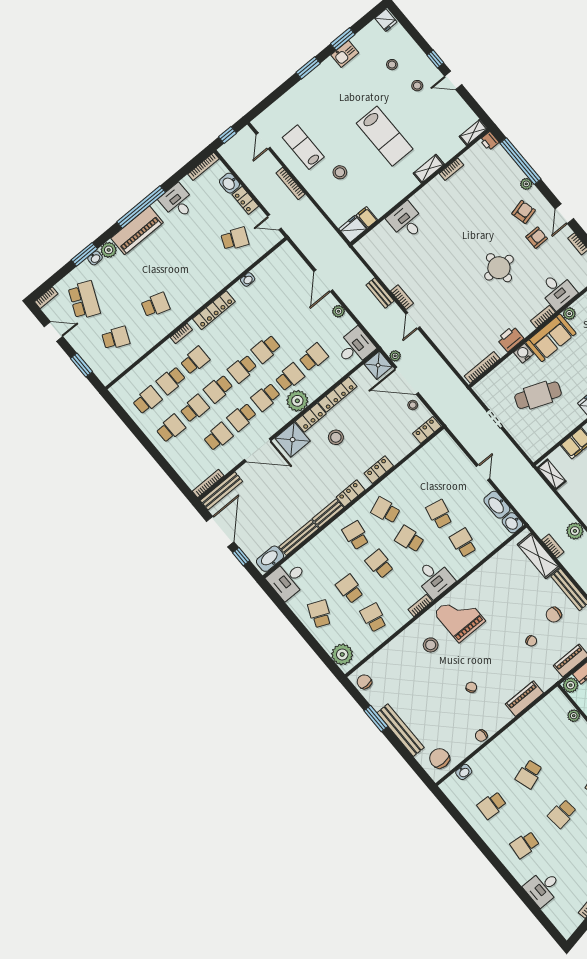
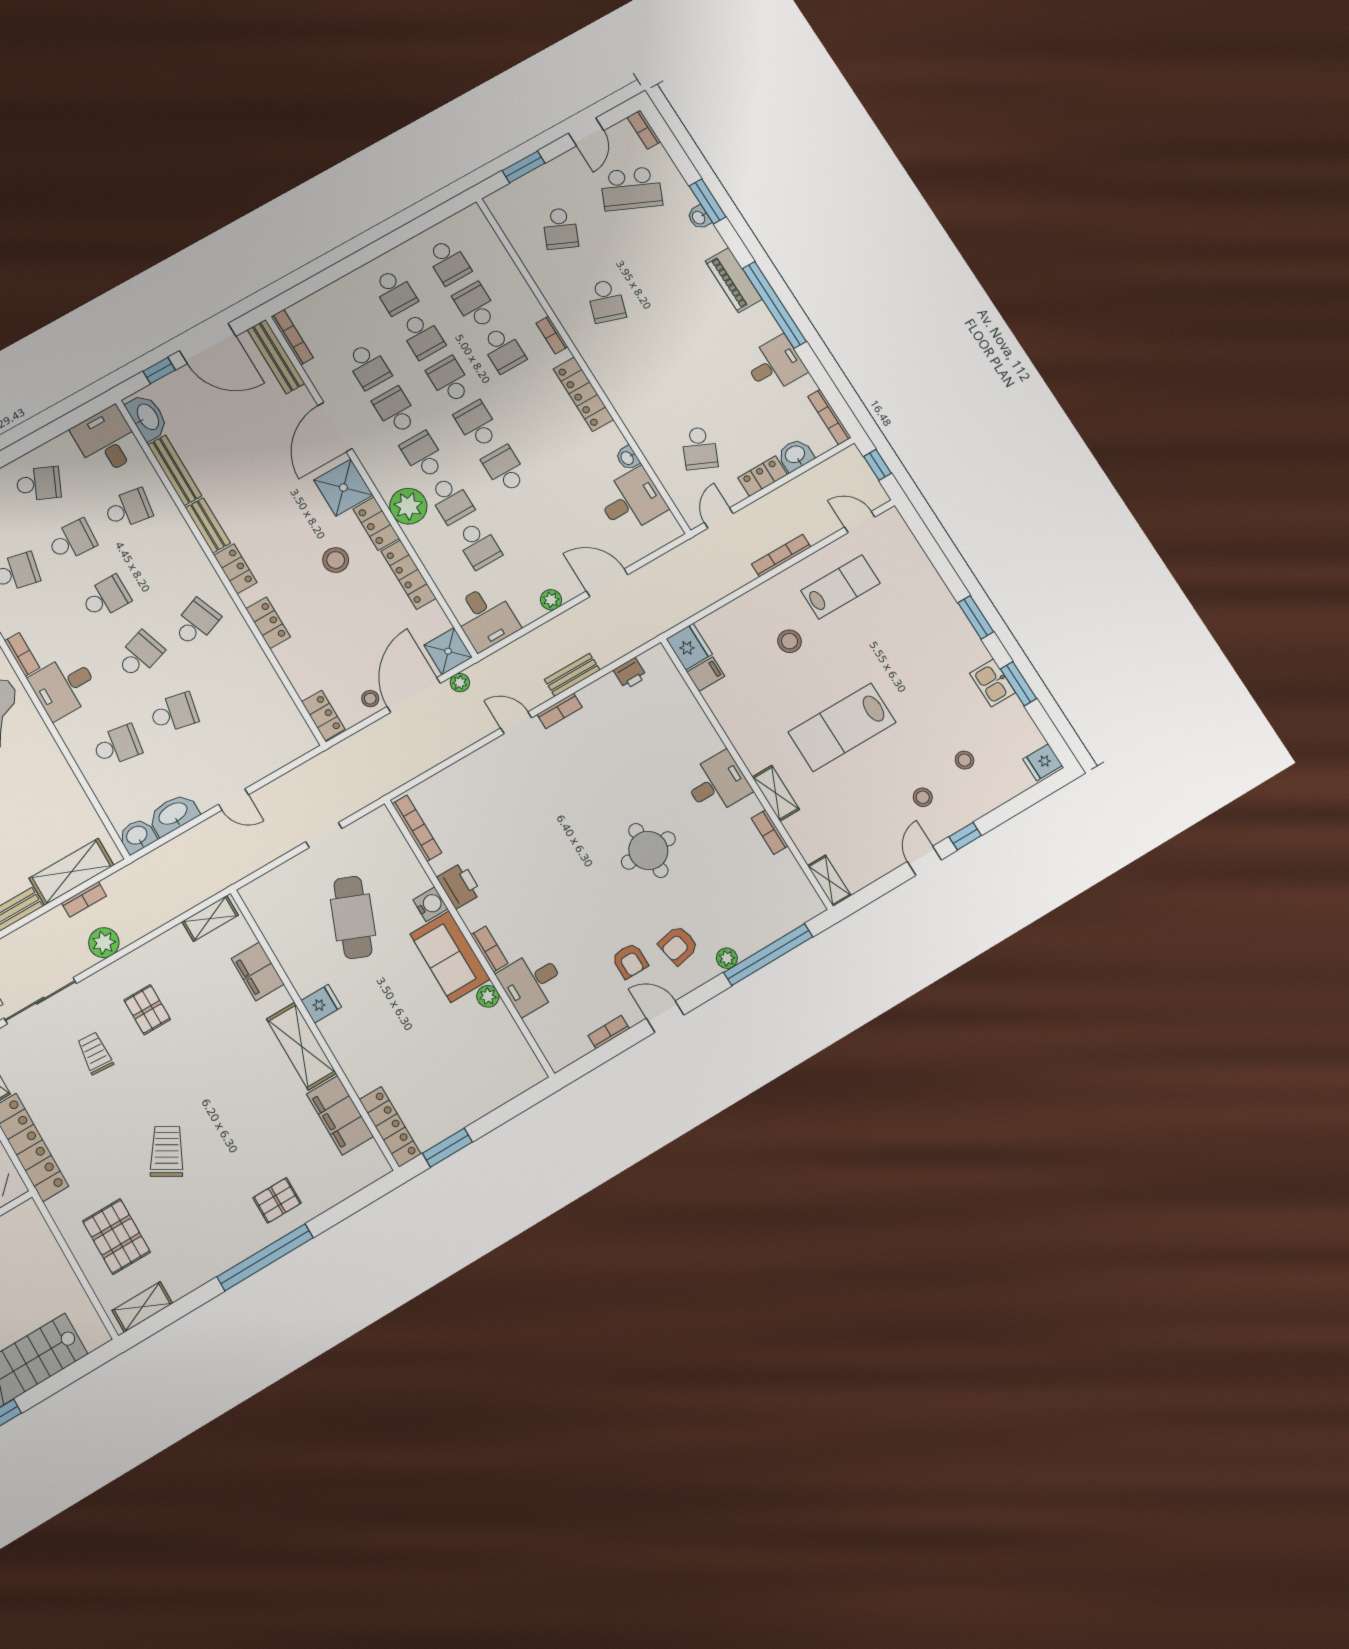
printer: (489, 141) -> (630, 673), moved, turned 180
armchair: (524, 212) -> (678, 945), turned 93
desk: (406, 221) -> (717, 784), moved
piano: (137, 230) -> (734, 280), width x0.73, depth x0.75
plant: (109, 250) -> (709, 241), removed
round table: (499, 268) -> (648, 850), moved
desk: (273, 273) -> (632, 501), added
school desk: (356, 535) -> (128, 509), moved

